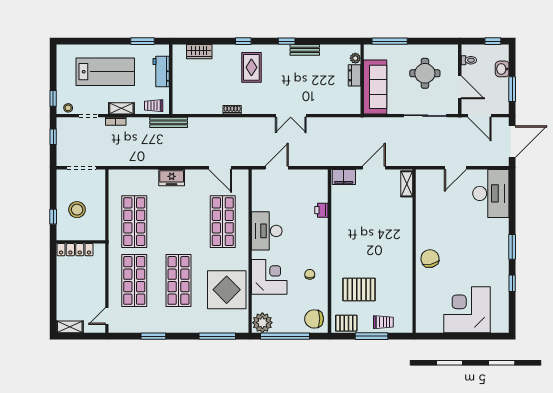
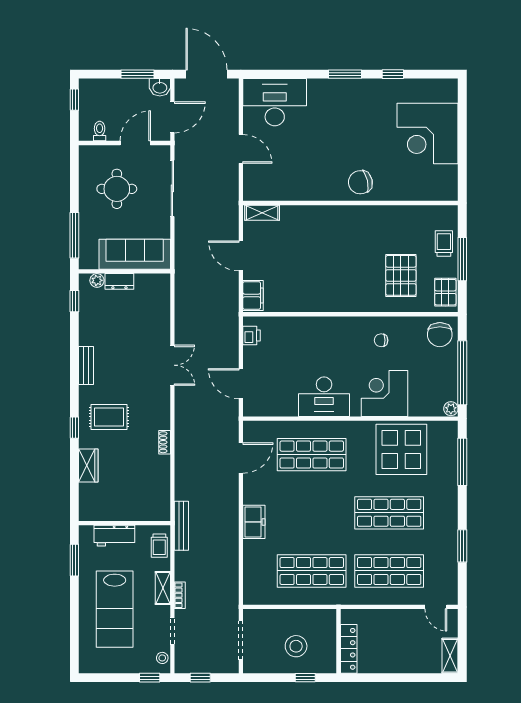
window: (287, 41) -> (74, 301), moved
bench: (305, 50) -> (86, 365), moved
wardrobe: (199, 52) -> (88, 465), moved
washbasin: (502, 69) -> (160, 87), moved
lab bench: (105, 72) -> (115, 609), turned 180
printer: (321, 210) -> (252, 336), moved, turned -90
plant: (262, 323) -> (451, 409), width x0.53, depth x0.53

